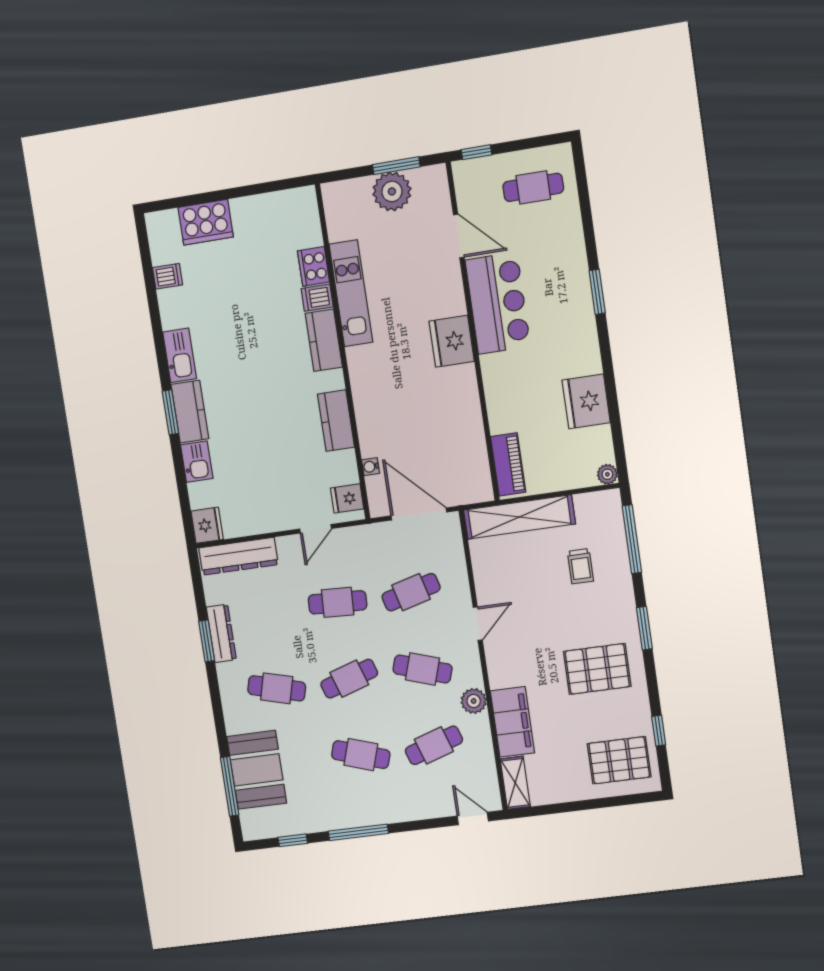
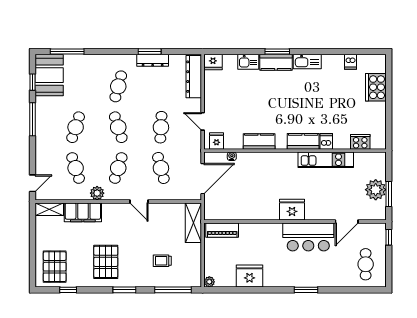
cooker: (314, 266) -> (360, 142), moved
shelving: (519, 517) -> (193, 223), width x0.68
booth: (257, 770) -> (49, 75), moved, turned 90

